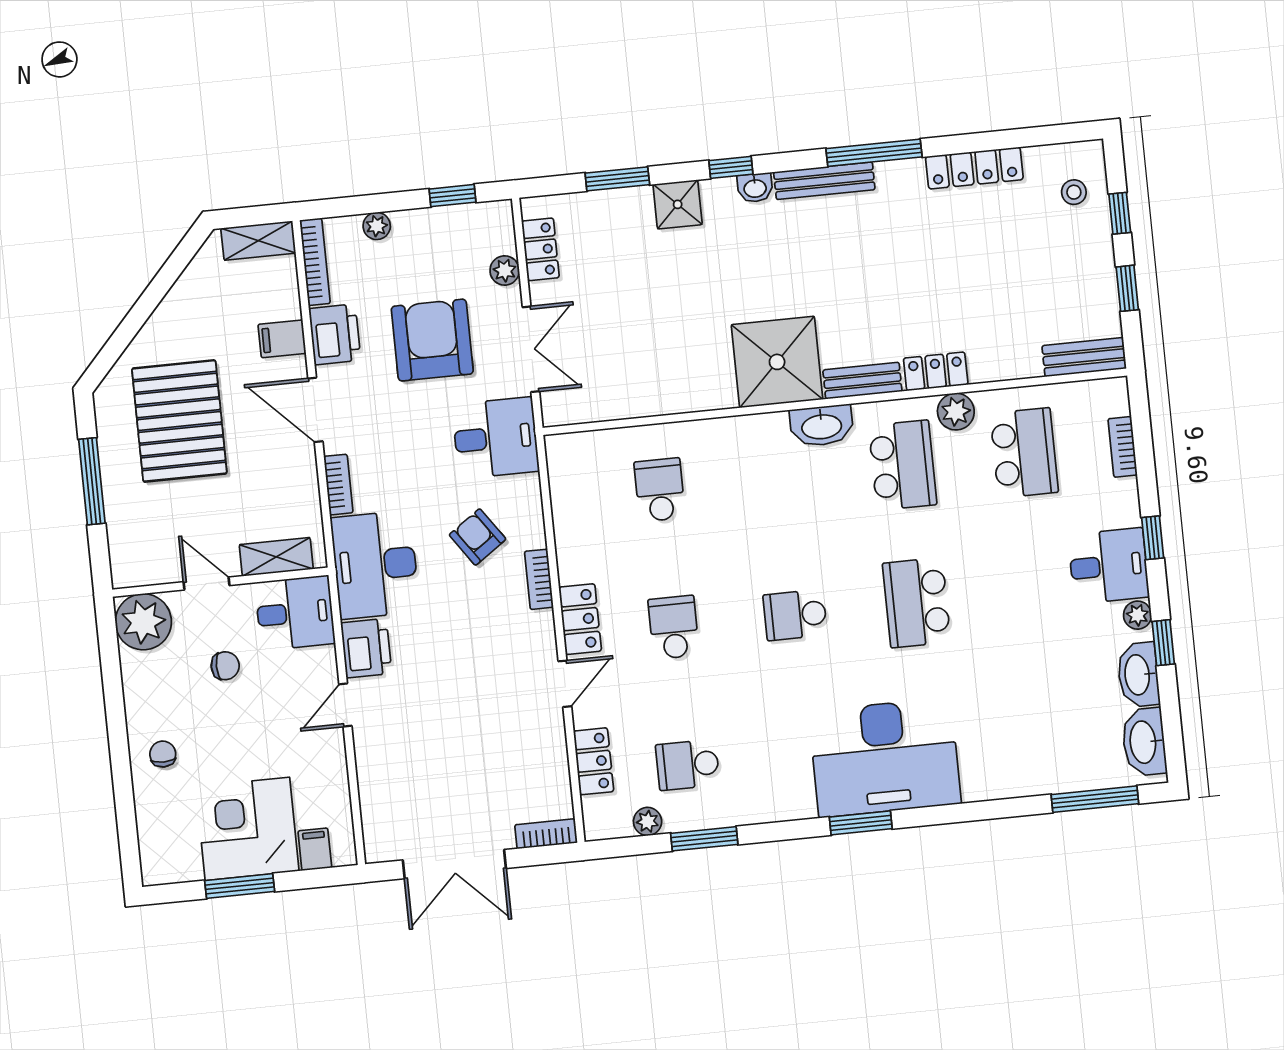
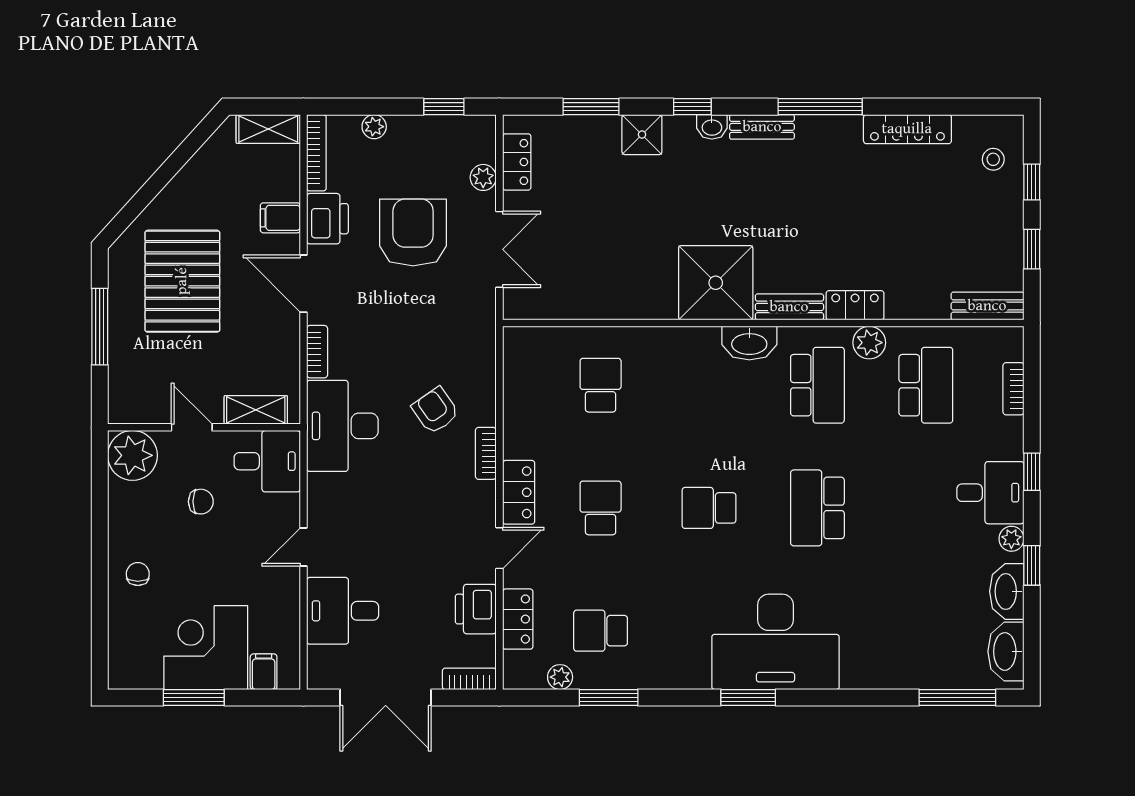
bench: (824, 181) -> (762, 127), width x0.73
desk: (496, 438) -> (343, 611), moved, turned 180
printer: (366, 648) -> (476, 609), moved, turned 180

